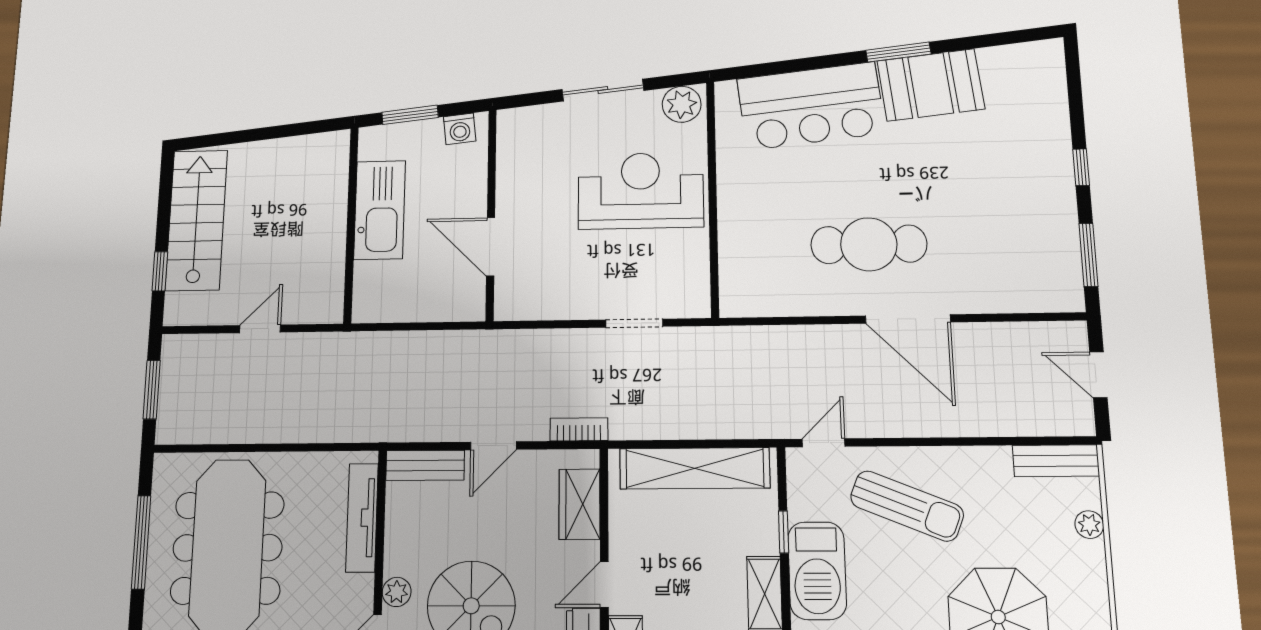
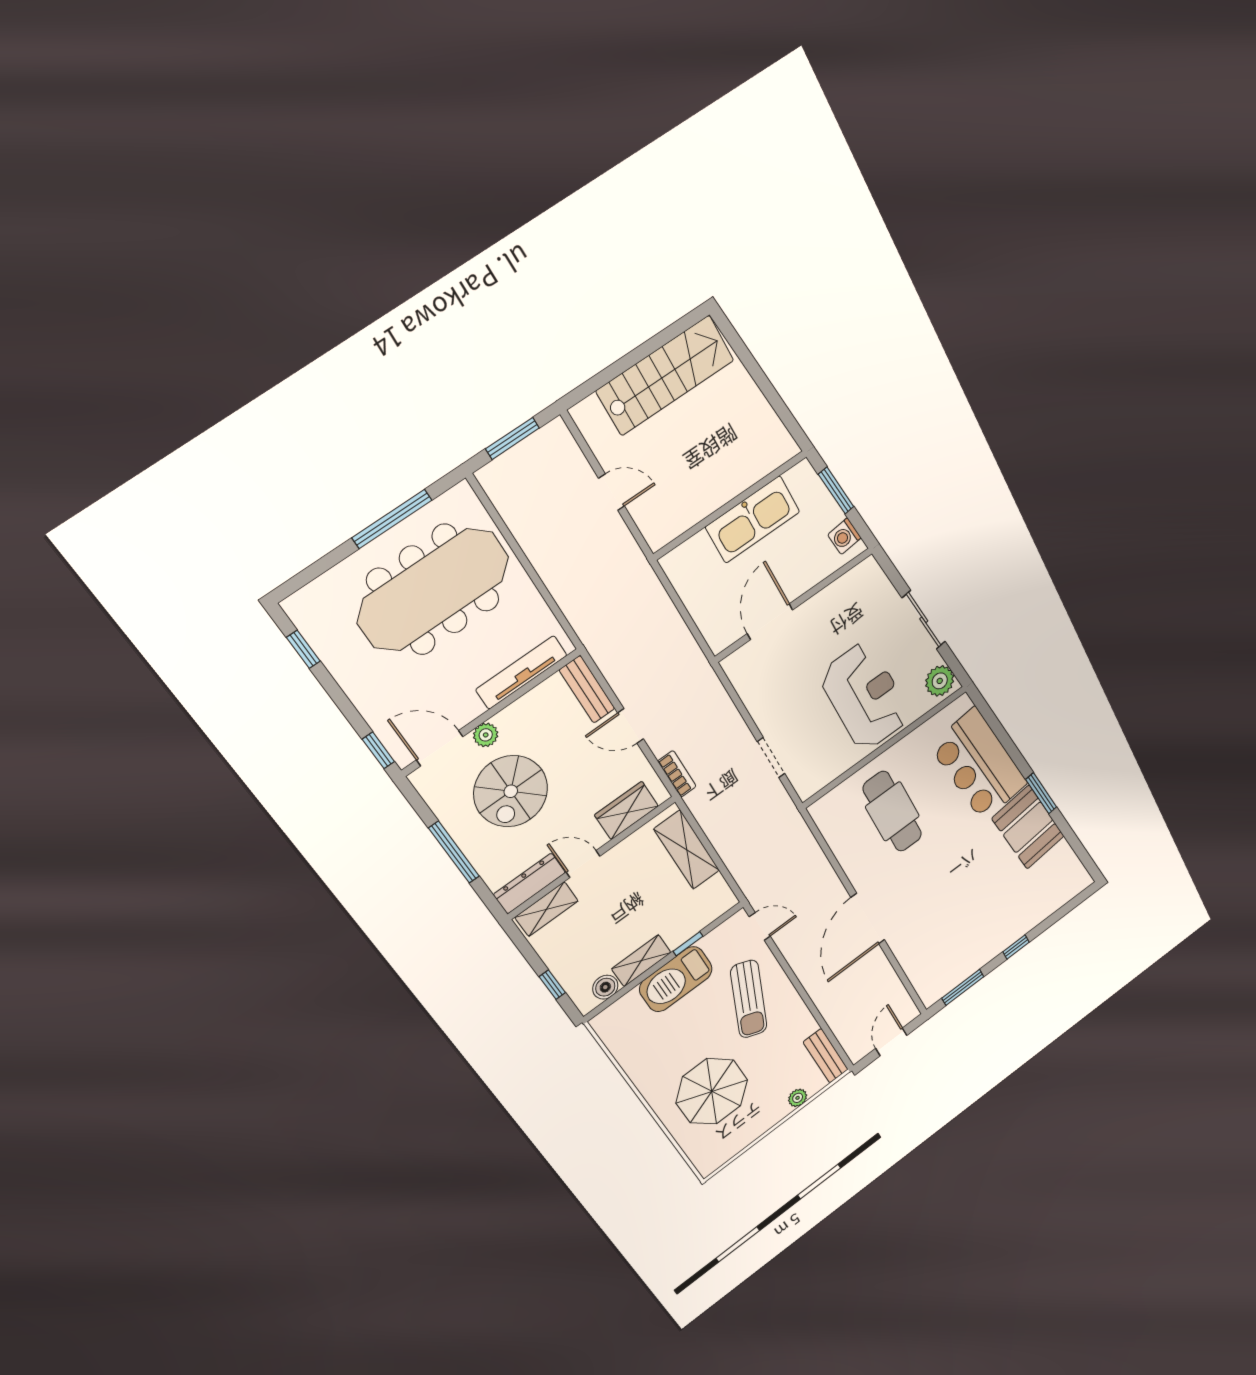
cafe table: (869, 244) -> (892, 811), moved
window: (160, 271) -> (608, 375), removed
shelving: (695, 468) -> (687, 850), width x0.68

